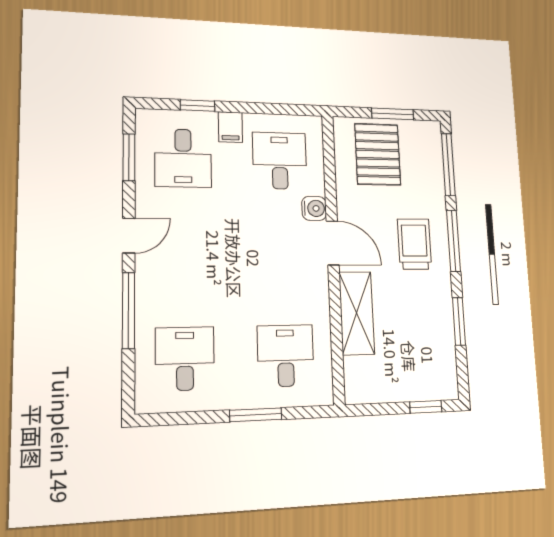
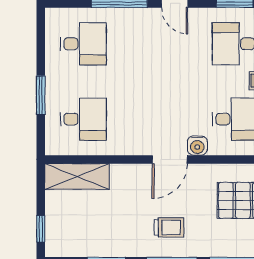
trolley: (414, 244) -> (169, 227), width x0.73, depth x0.72
shelving: (357, 313) -> (77, 176), moved

